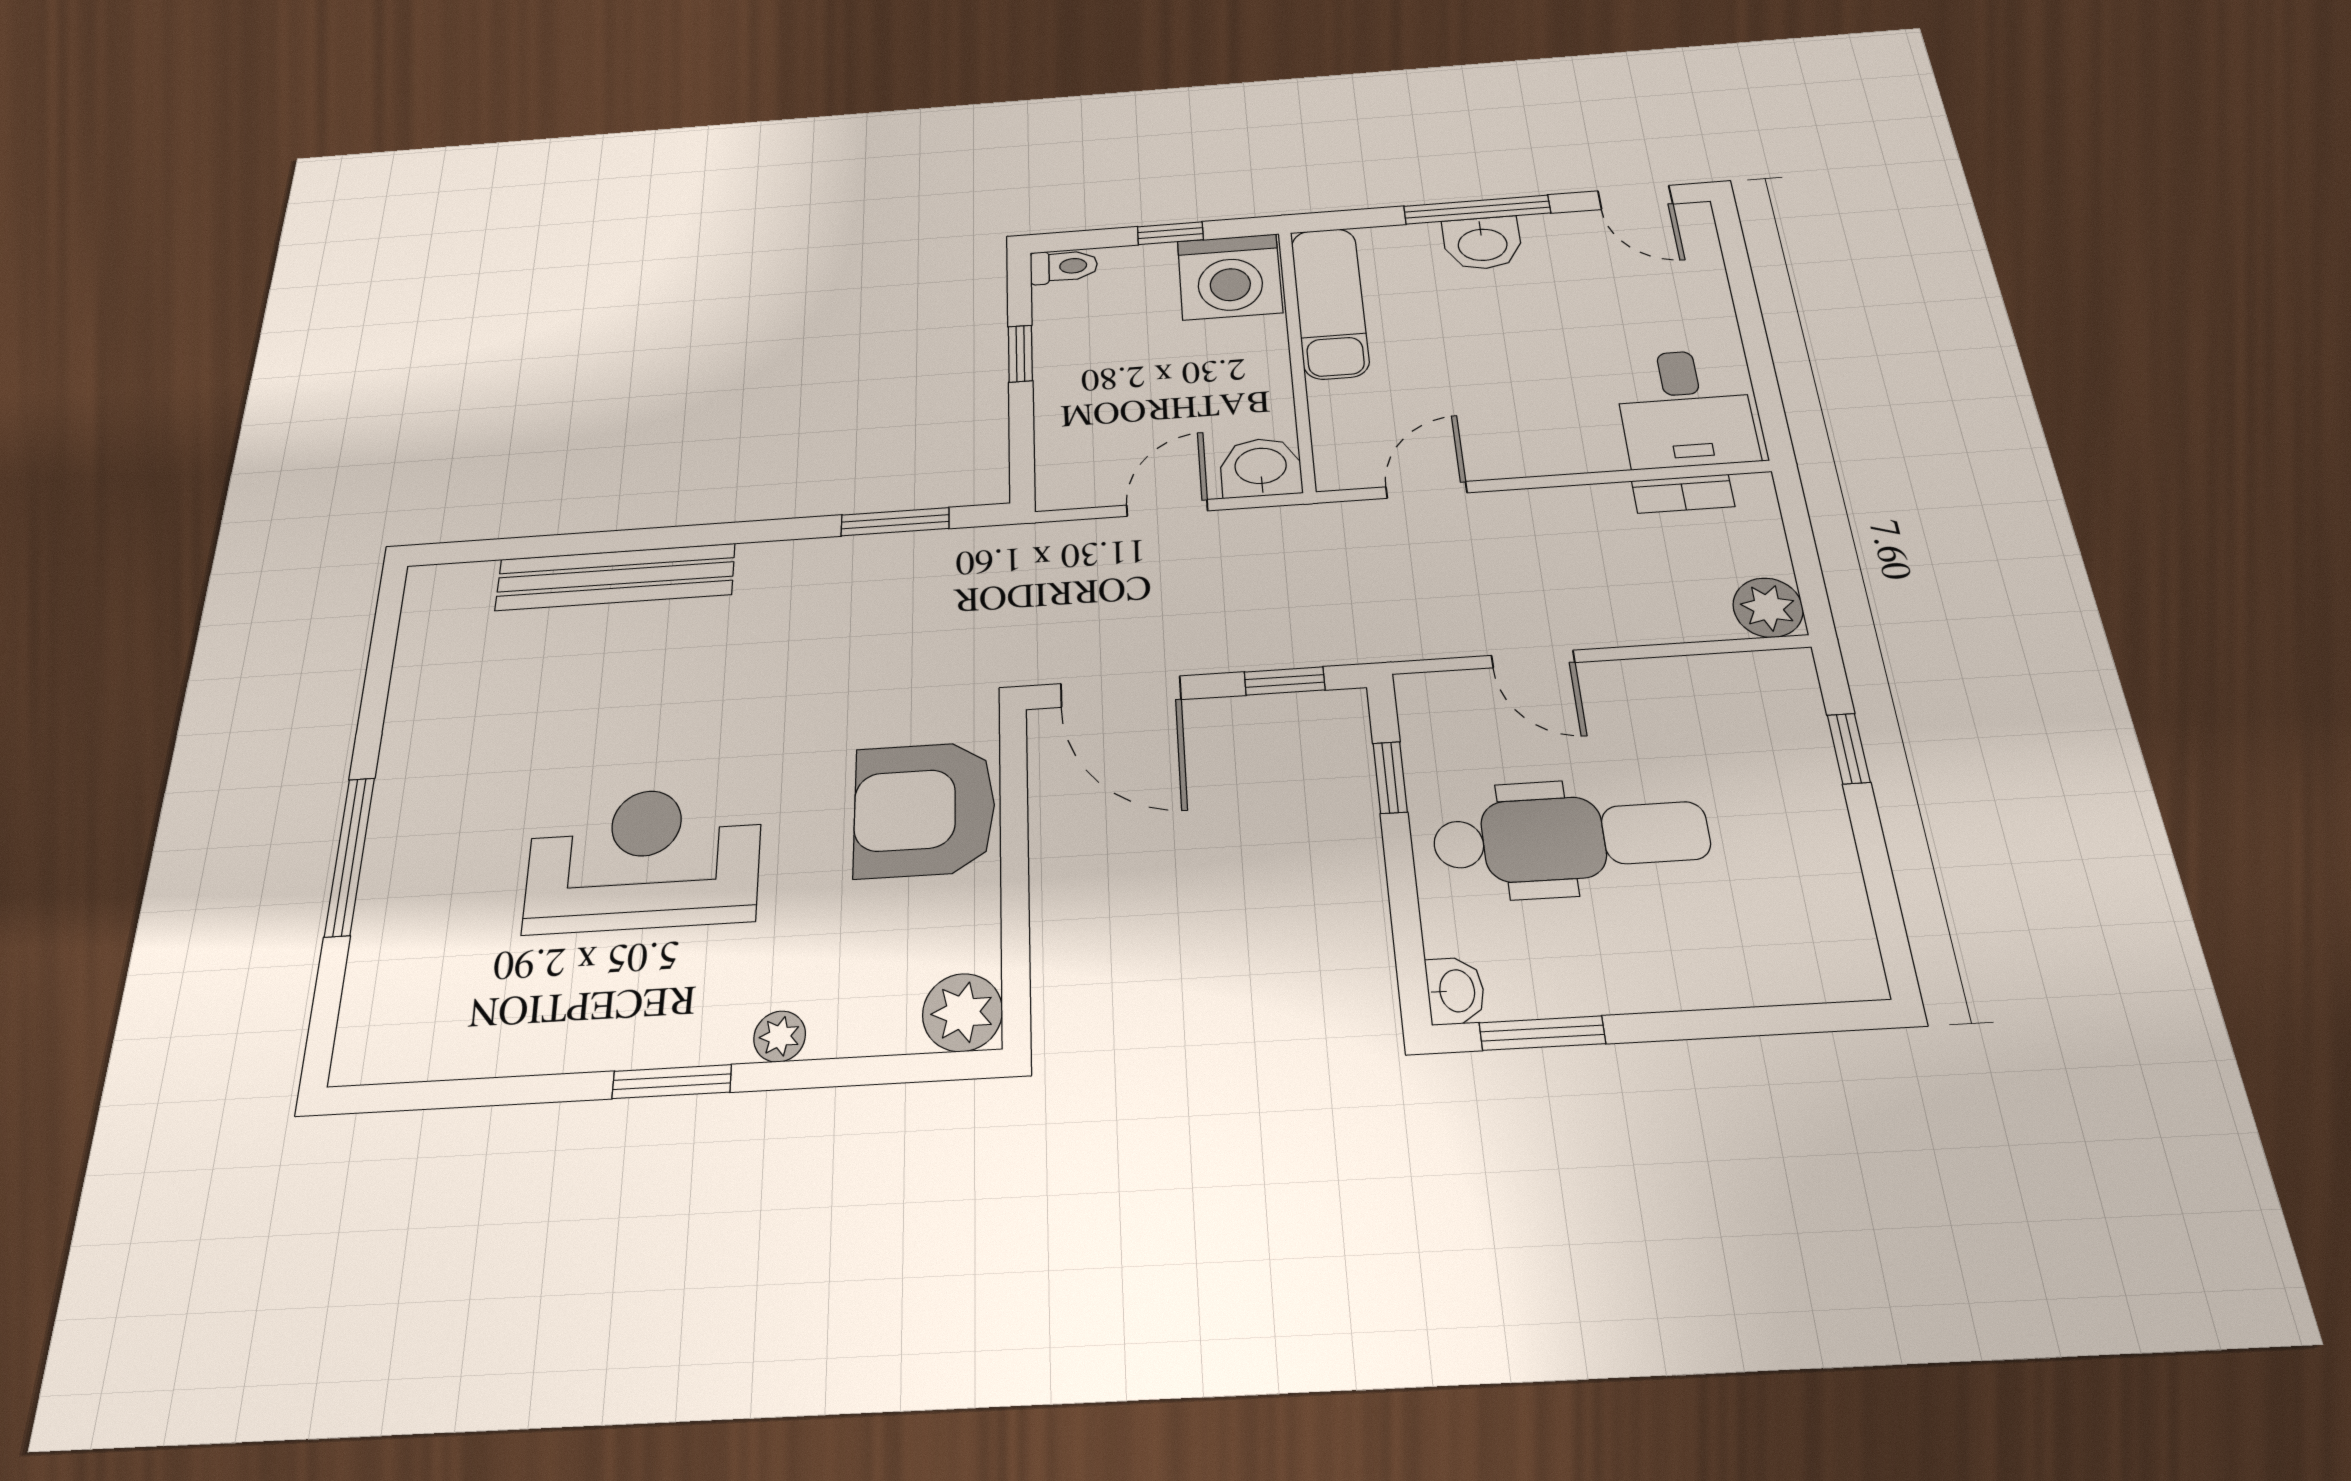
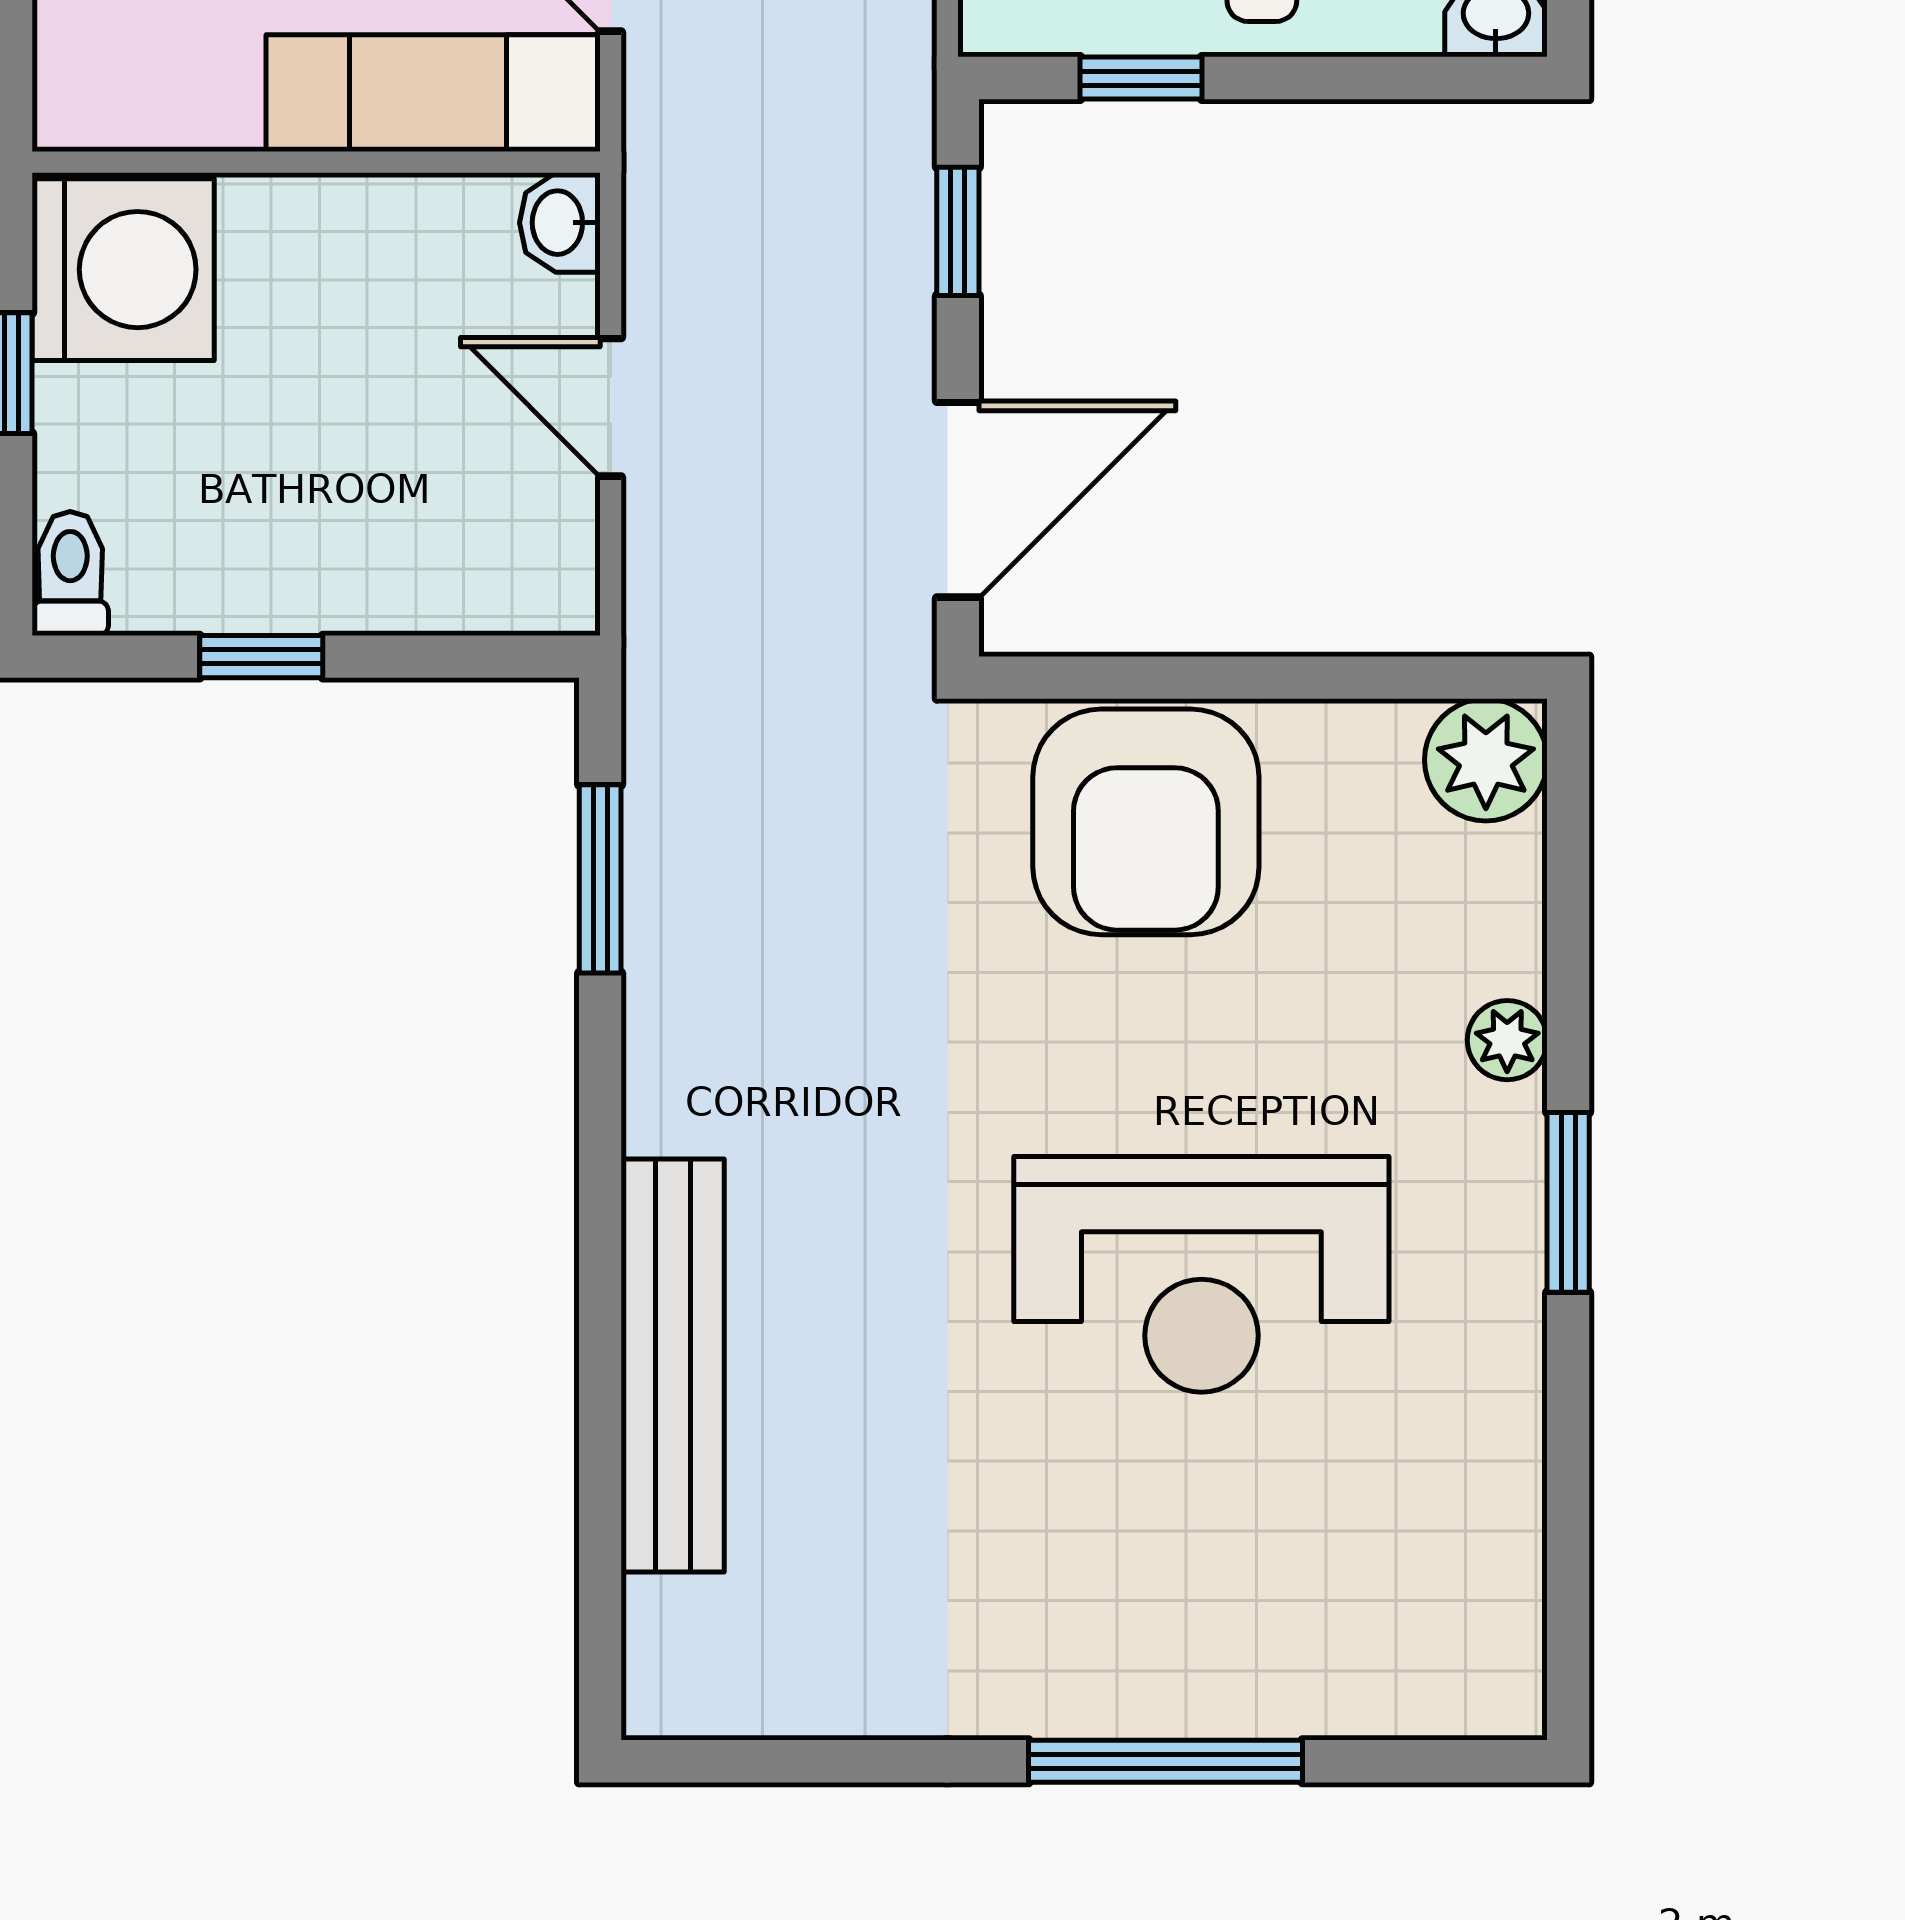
exam couch: (1330, 303) -> (433, 93), moved
washbasin: (1261, 468) -> (560, 223), width x0.72, depth x0.69
reception desk: (644, 859) -> (1201, 1274), turned -90

